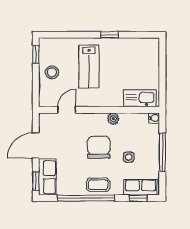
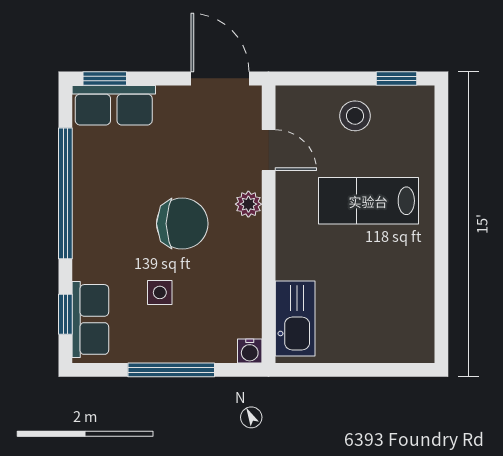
window: (110, 35) -> (441, 248), removed
plant: (113, 119) -> (248, 204), moved
door: (36, 146) -> (220, 78), moved
coffee table: (98, 185) -> (96, 222), removed

